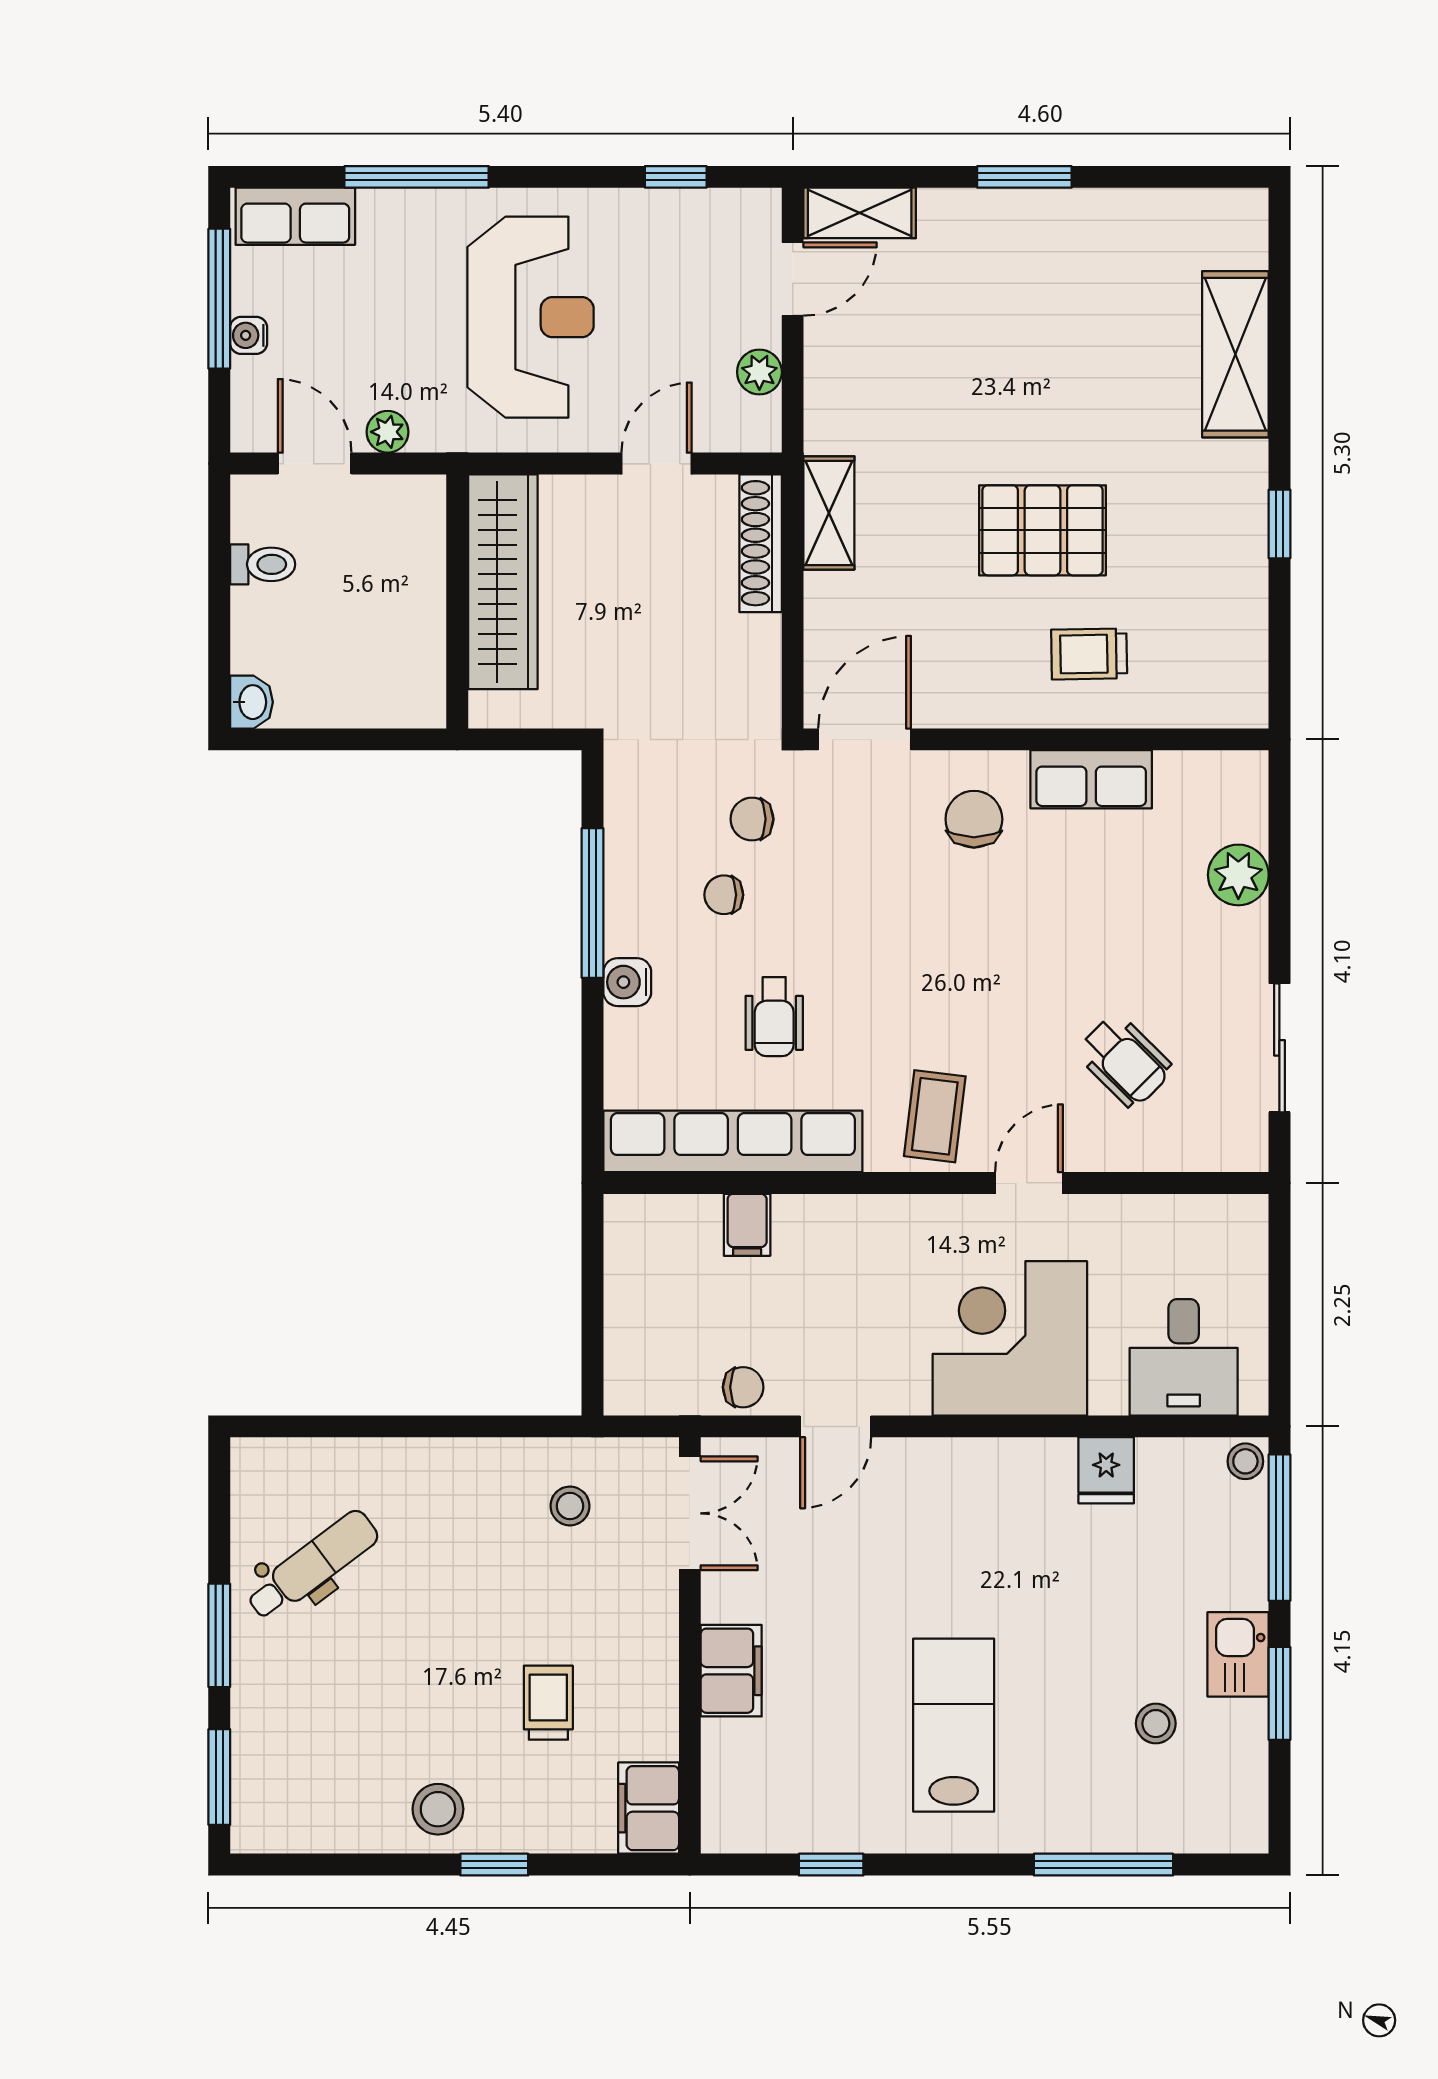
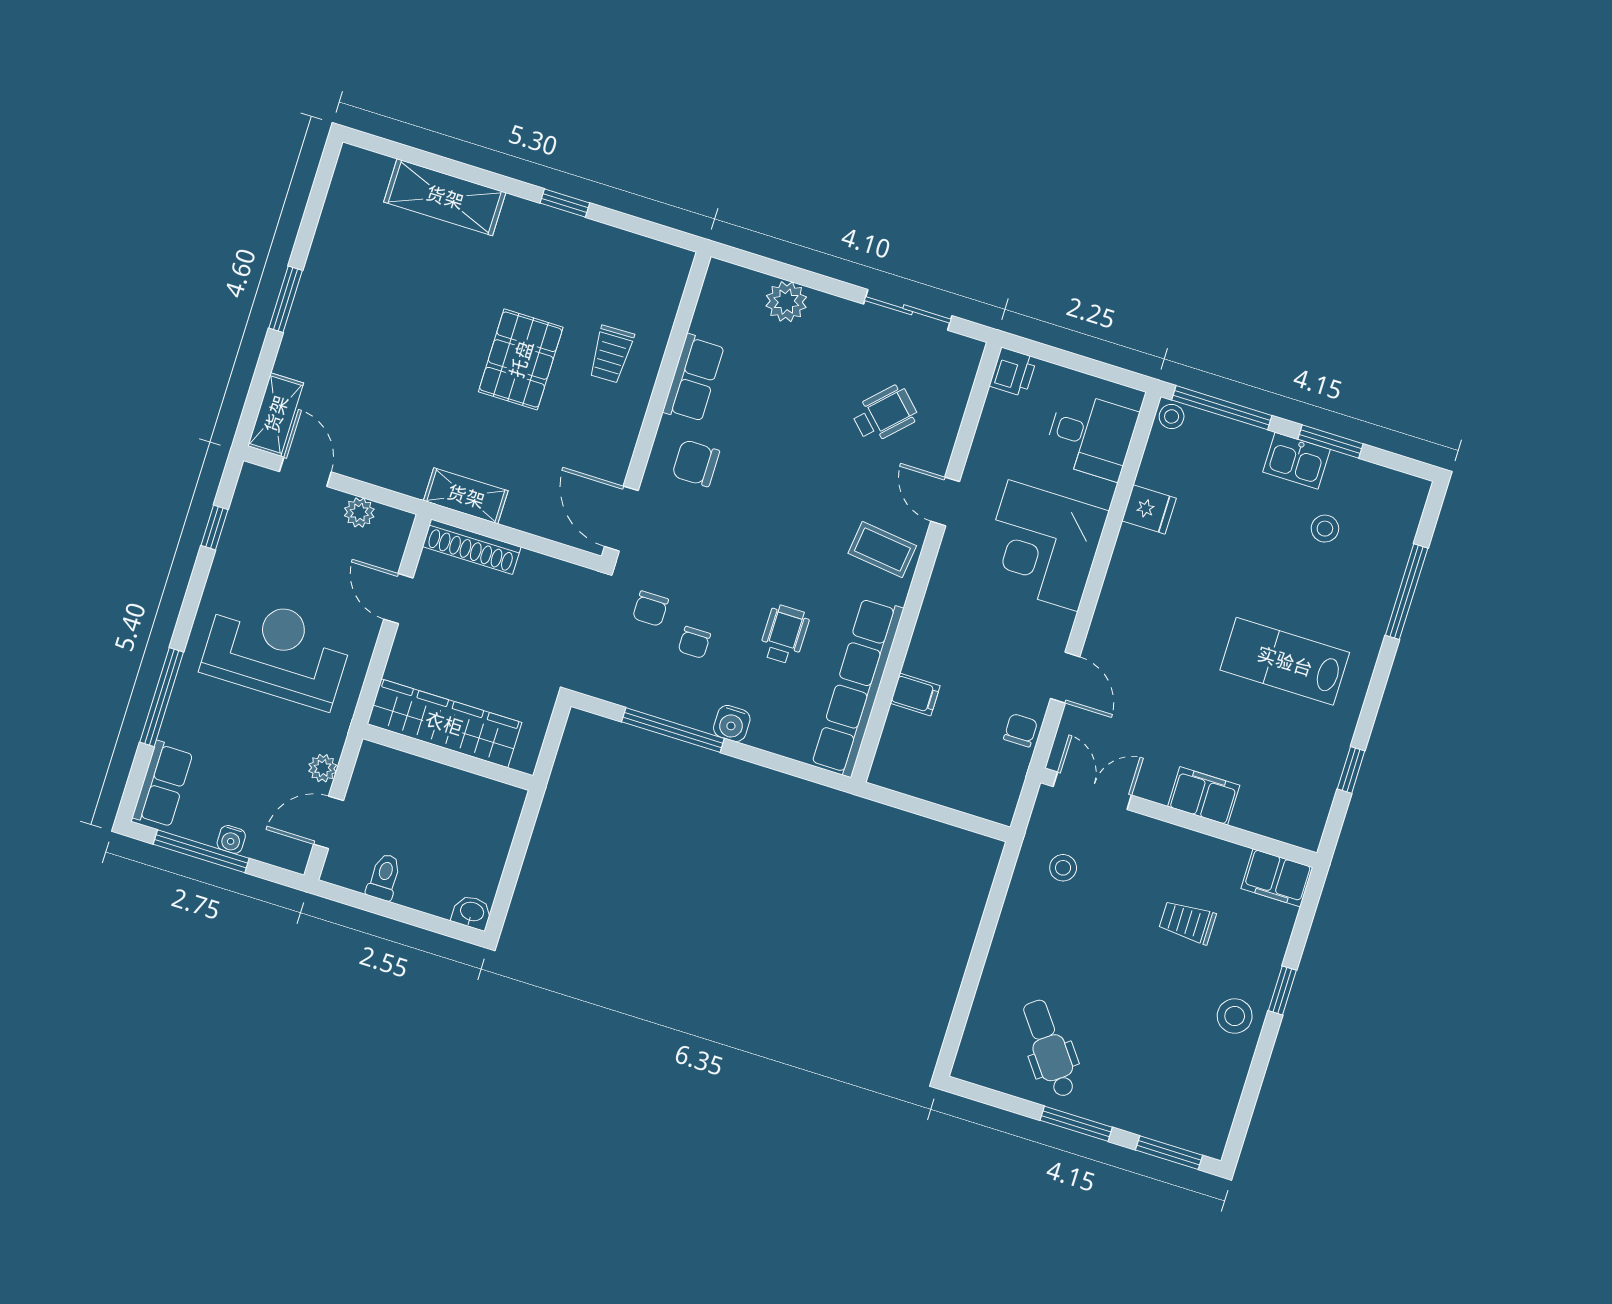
wheelchair: (774, 1017) -> (784, 634), turned -90
printer: (1239, 1221) -> (1013, 372), added

